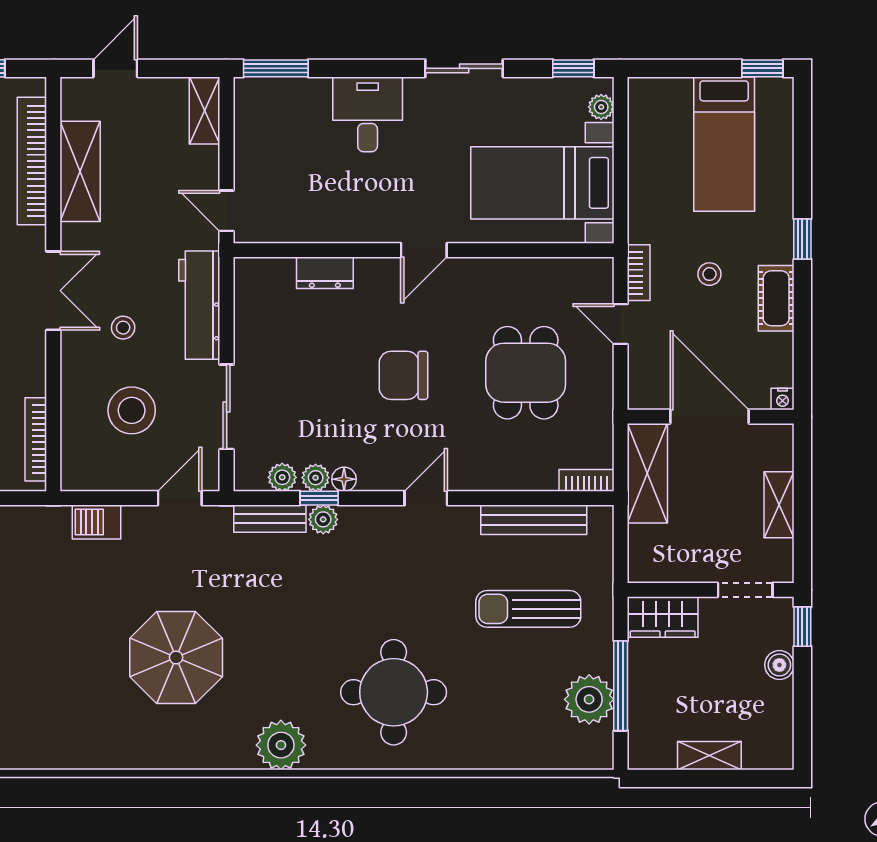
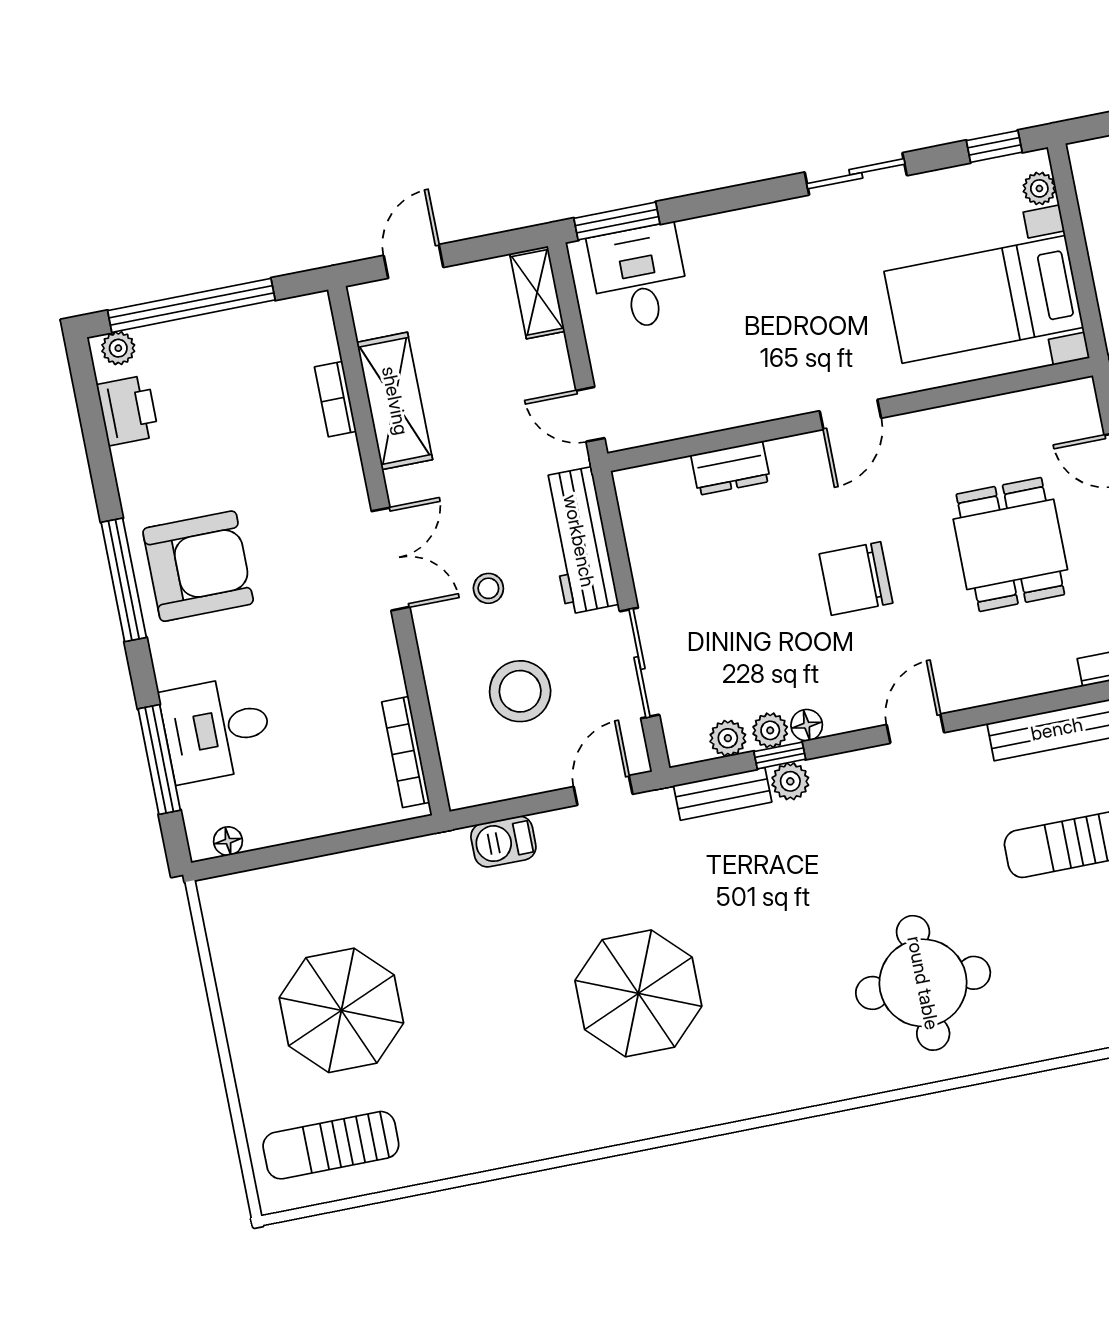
desk: (368, 114) -> (639, 277), moved
bookcase: (32, 161) -> (335, 399), width x0.43, depth x0.76
plant: (281, 745) -> (793, 1078), removed

